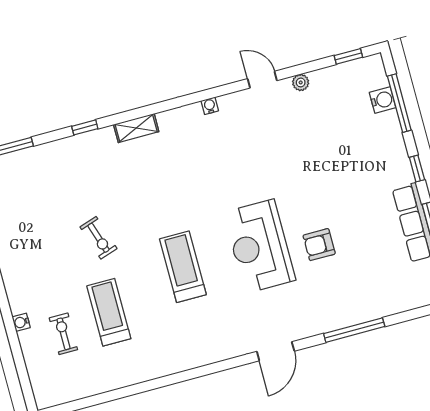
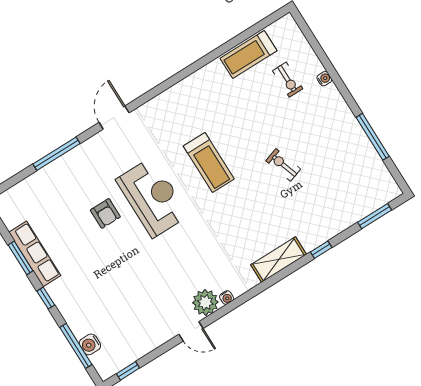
plant: (301, 82) -> (205, 302), moved, width x1.88, depth x1.88
shelving: (136, 128) -> (279, 260), width x1.50, depth x1.33
armchair: (319, 245) -> (105, 213), turned 90
treadmill: (109, 312) -> (248, 54), moved, turned 90

